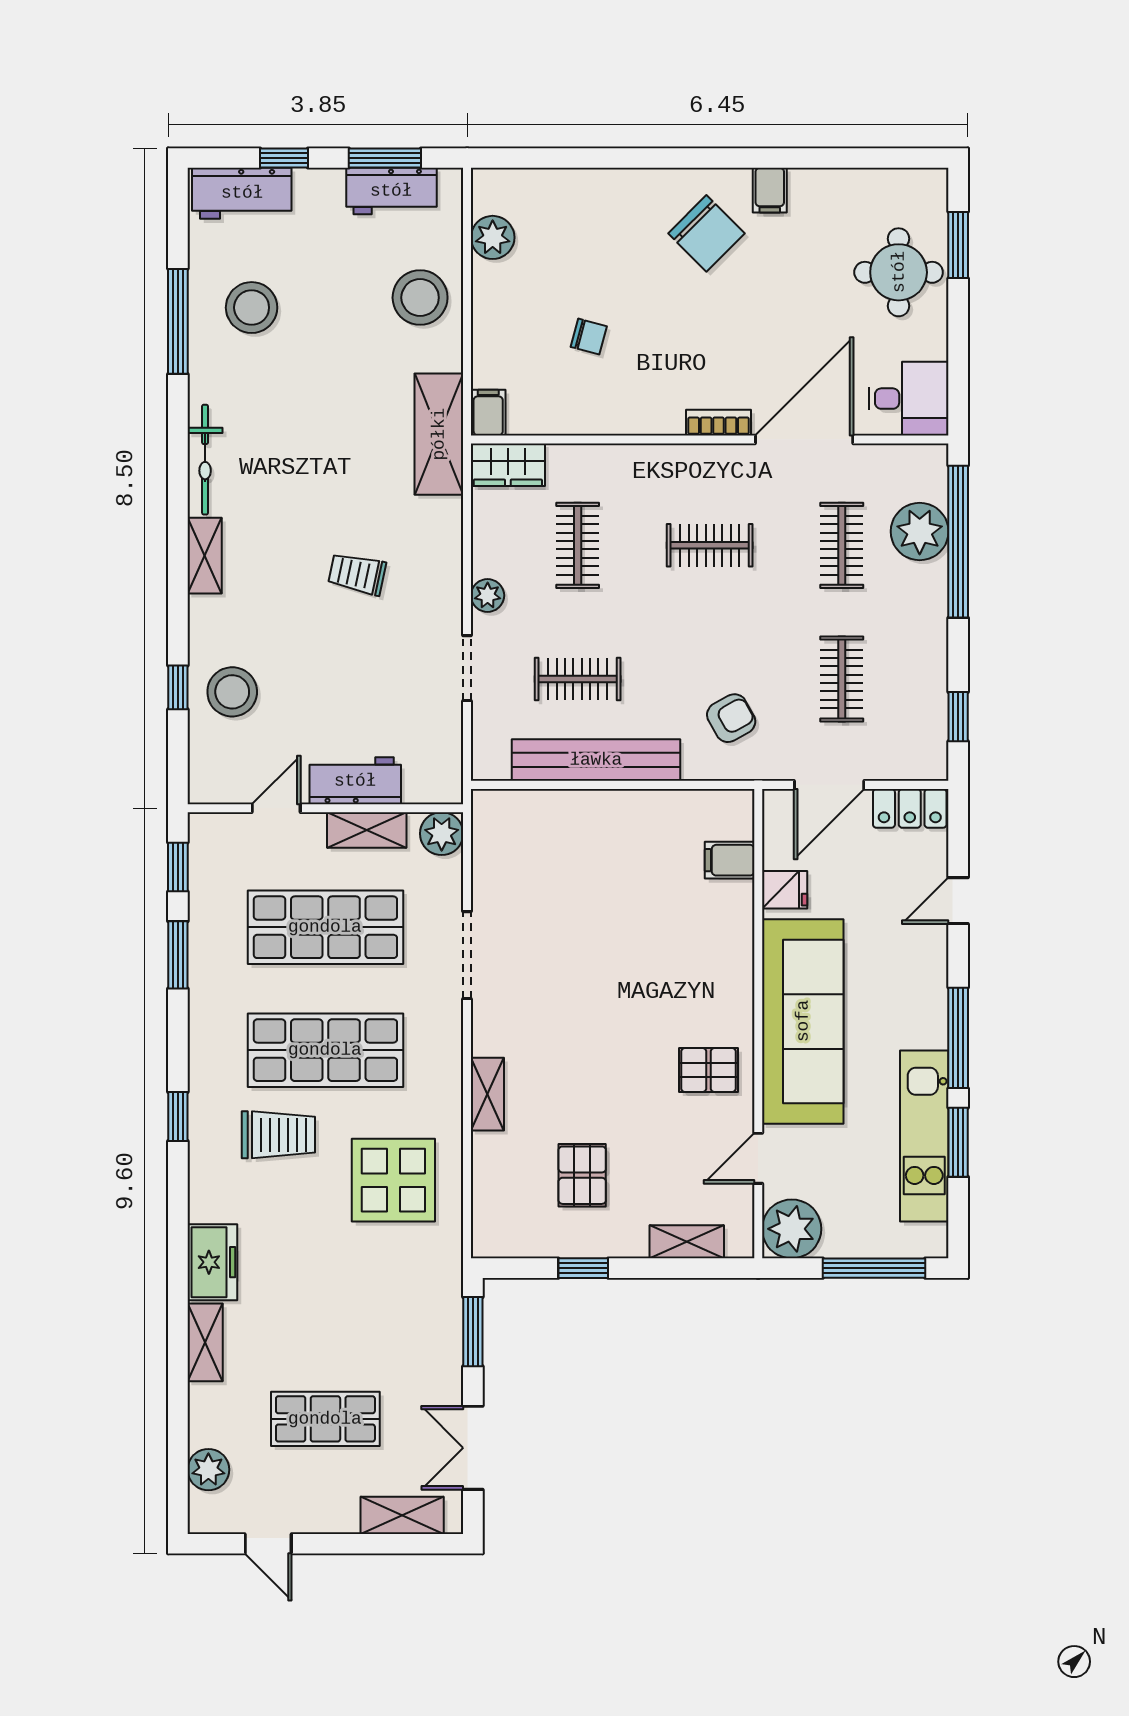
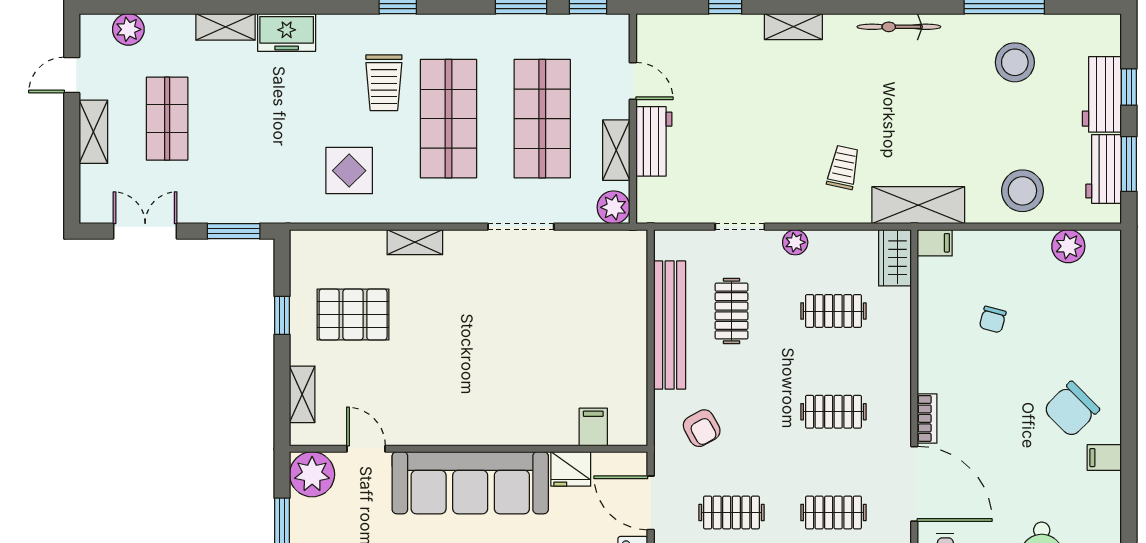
workbench: (242, 193) -> (1102, 94), moved
clothes rail: (710, 545) -> (833, 412), turned 90
shelving: (205, 556) -> (793, 27), moved
trolley: (357, 574) -> (843, 167), moved
stool: (232, 692) -> (722, 48), removed
fridge: (785, 890) -> (571, 469), width x1.38
pallet: (709, 1070) -> (433, 411), removed
pallet: (582, 1175) -> (353, 314), width x1.50, depth x1.42
display table: (393, 1180) -> (349, 171), width x0.73, depth x0.73
shelving: (402, 1515) -> (93, 132), moved

